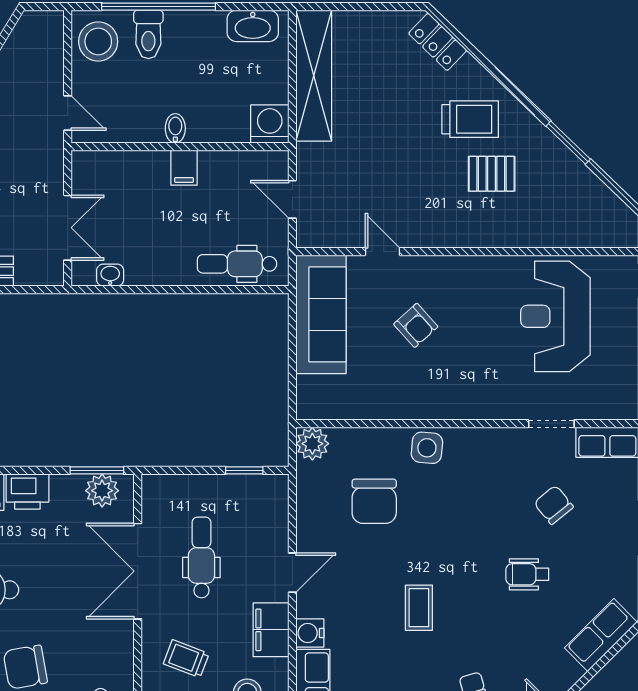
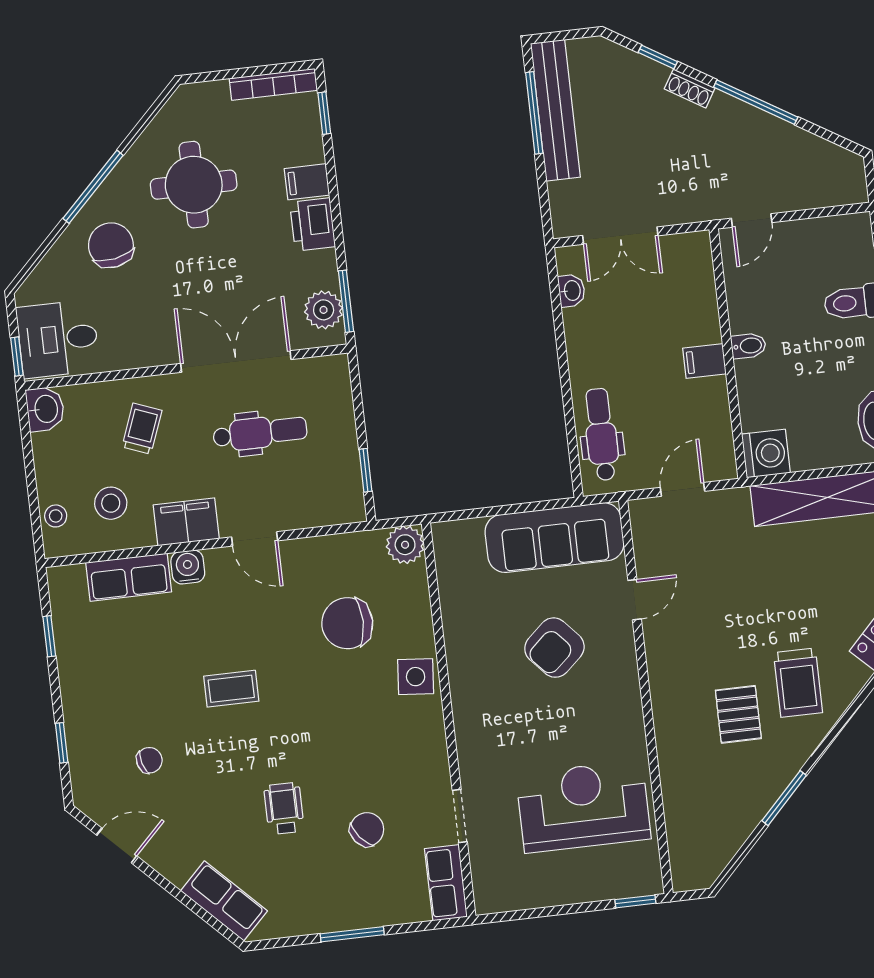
stool: (98, 41) -> (838, 246), removed
armchair: (416, 325) -> (554, 648), width x1.38, depth x1.38

